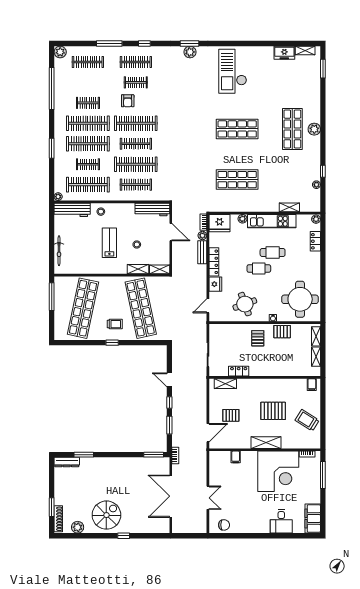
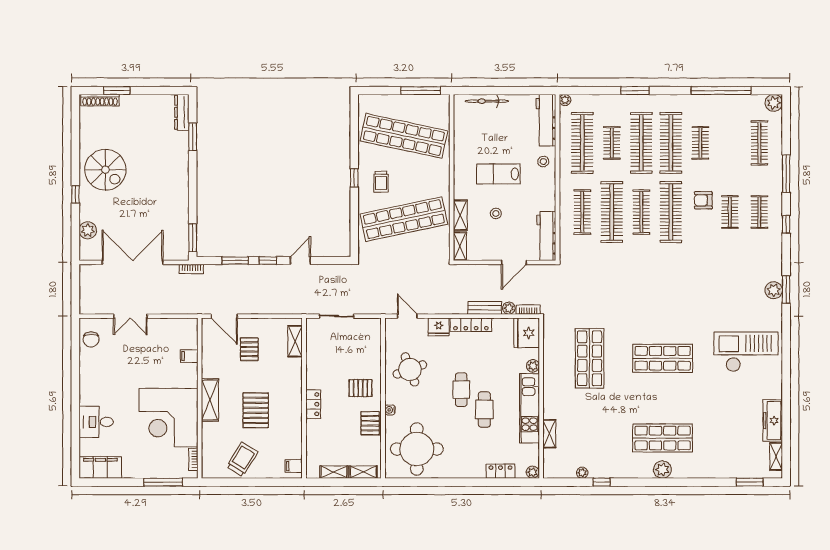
freezer: (284, 53) -> (773, 420), width x1.40
clothes rail: (136, 62) -> (759, 212), width x0.73
shop shelf: (237, 129) -> (663, 358), turned 90
lab bench: (109, 243) -> (498, 174), turned 180
locker: (239, 371) -> (313, 404), moved
plant: (78, 527) -> (88, 230), moved

